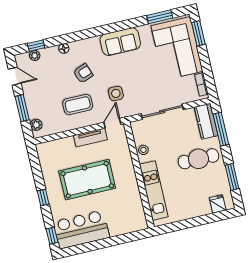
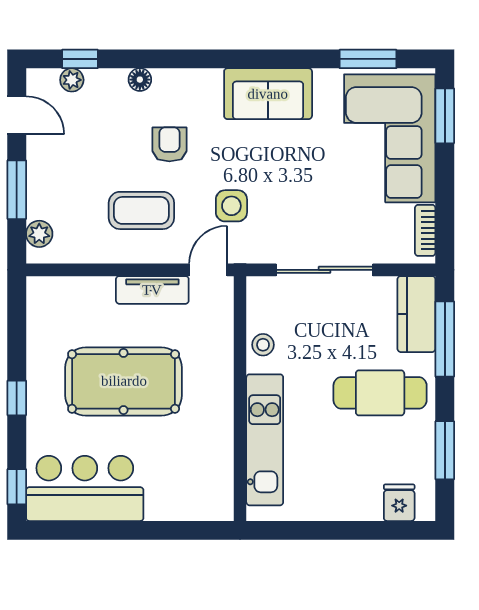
armchair: (83, 73) -> (169, 144), turned -71

